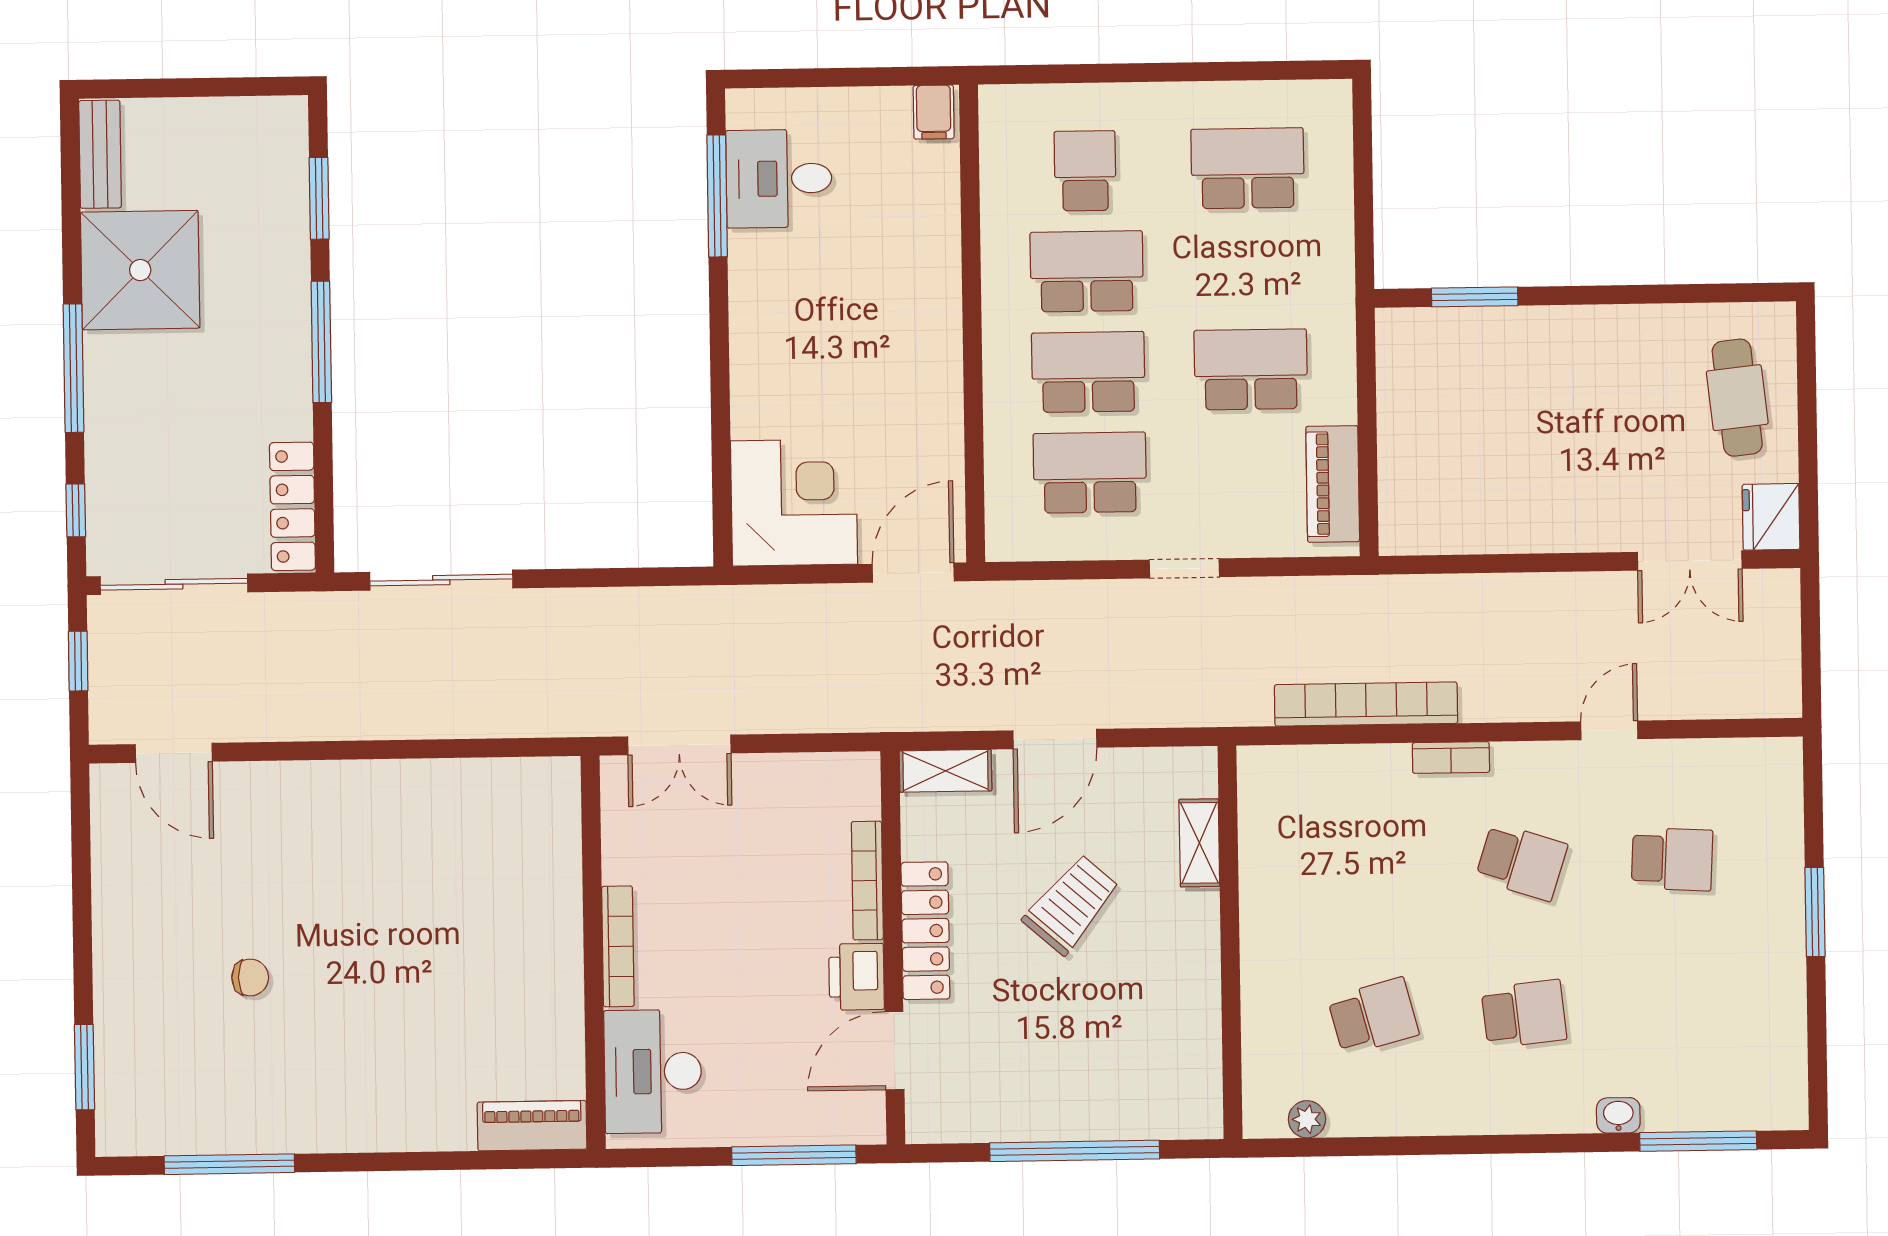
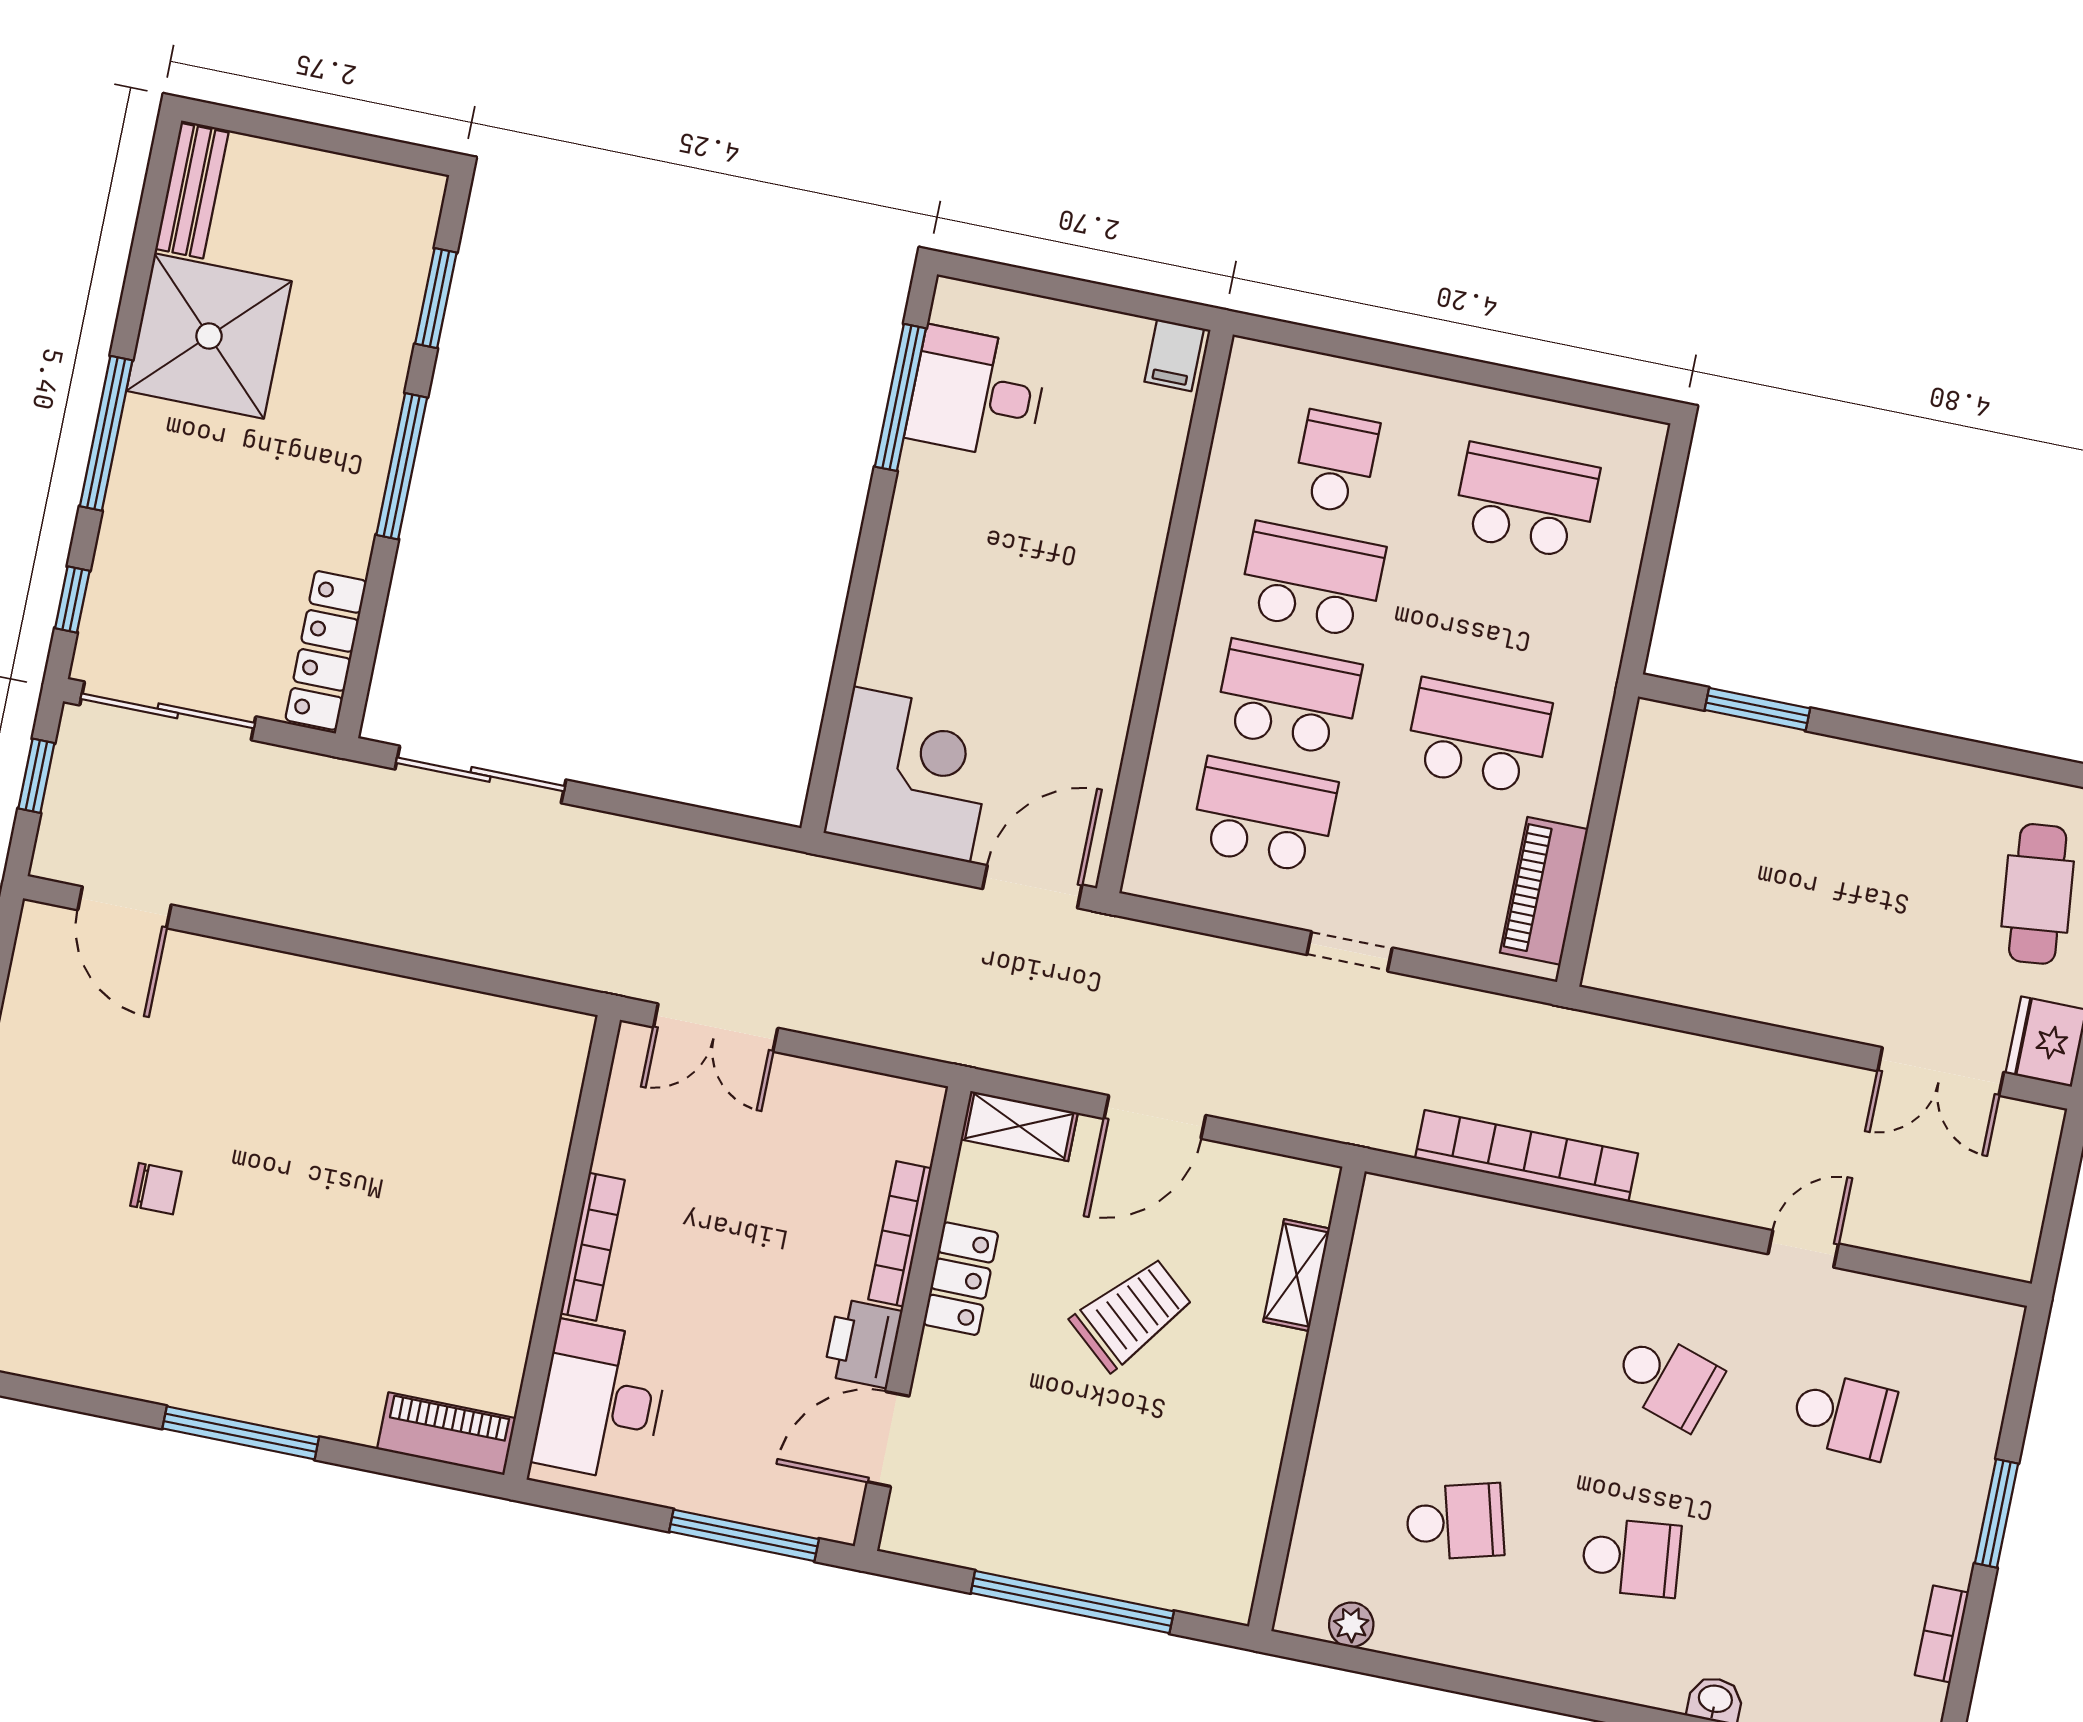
bookcase: (1451, 758) -> (1942, 1634), moved, turned 90
locker: (925, 931) -> (961, 1279), width x0.66
window: (229, 1164) -> (241, 1433), moved

